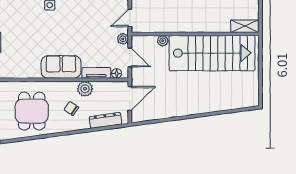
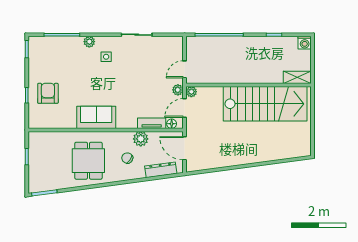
plant: (163, 41) -> (191, 92), moved
door: (130, 57) -> (185, 108), swing flipped
sofa: (61, 67) -> (96, 117), moved
door: (130, 98) -> (185, 148), swing flipped

